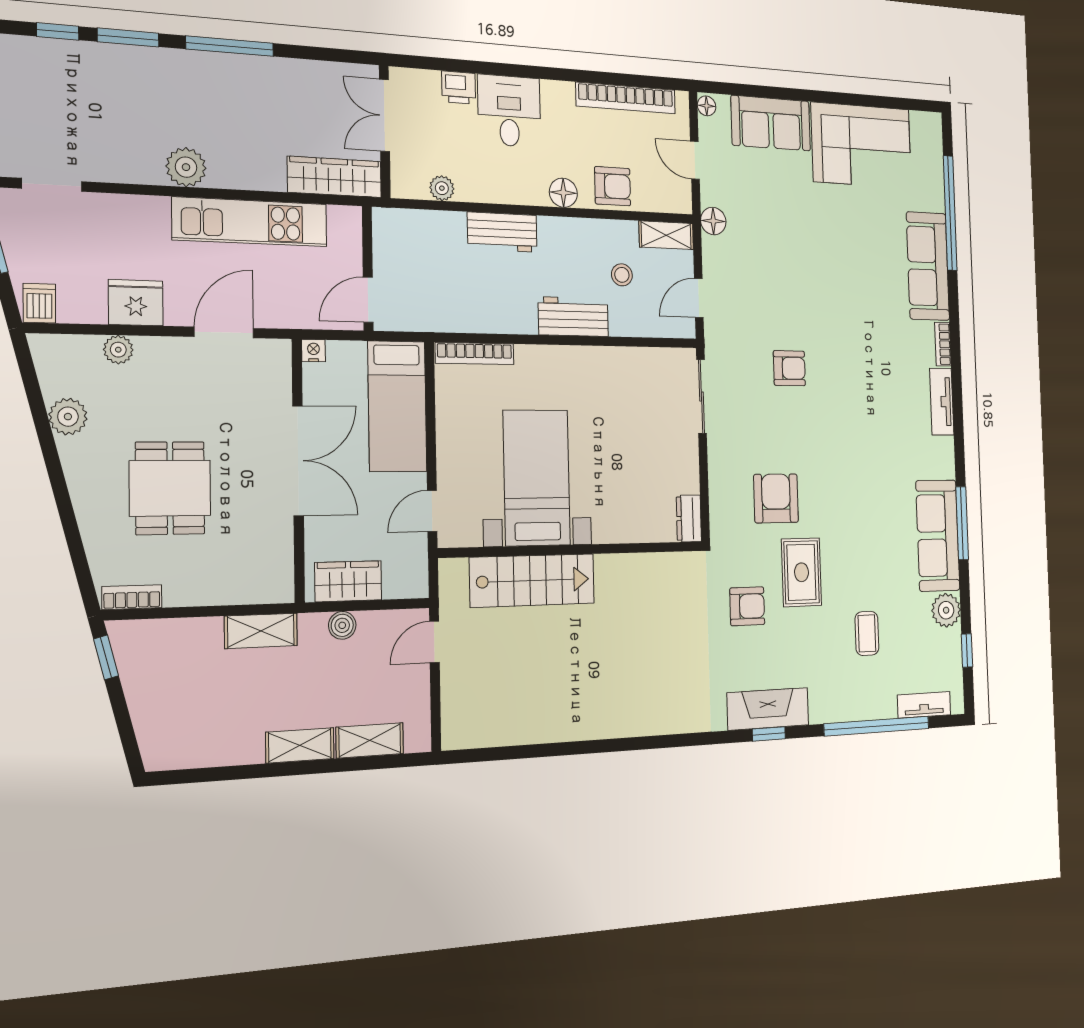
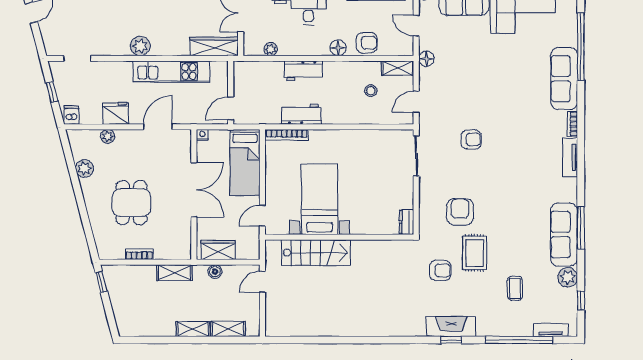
workbench: (573, 317) -> (302, 114), moved
bookcase: (132, 597) -> (139, 254), moved

